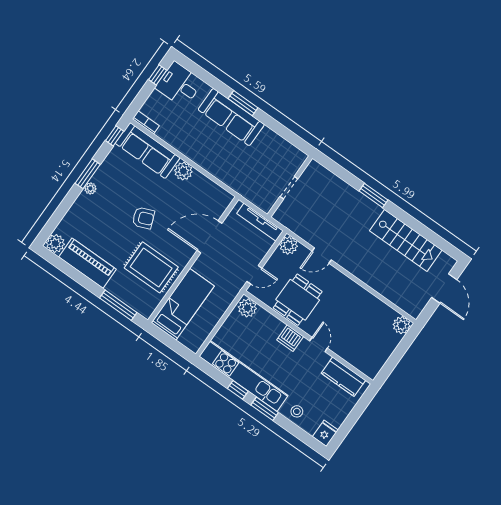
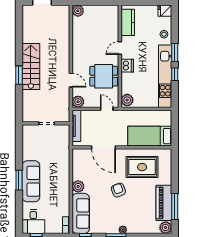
stairs: (406, 240) -> (31, 67), moved
rug: (151, 267) -> (142, 167), turned 90
window: (118, 305) -> (175, 207), moved

